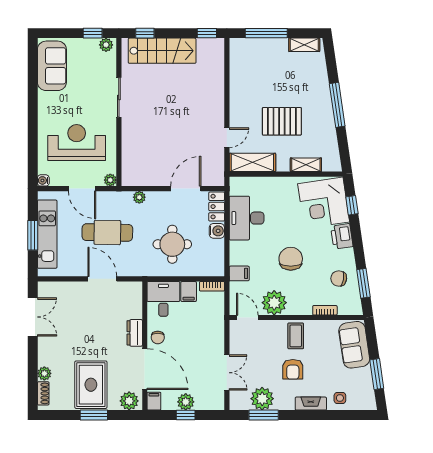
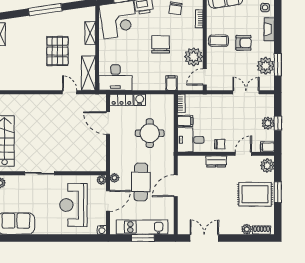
plant: (139, 197) -> (114, 178), moved
desk: (247, 218) -> (115, 78), moved
chair: (291, 259) -> (161, 44), turned 90
door: (145, 369) -> (243, 154), width x0.53

